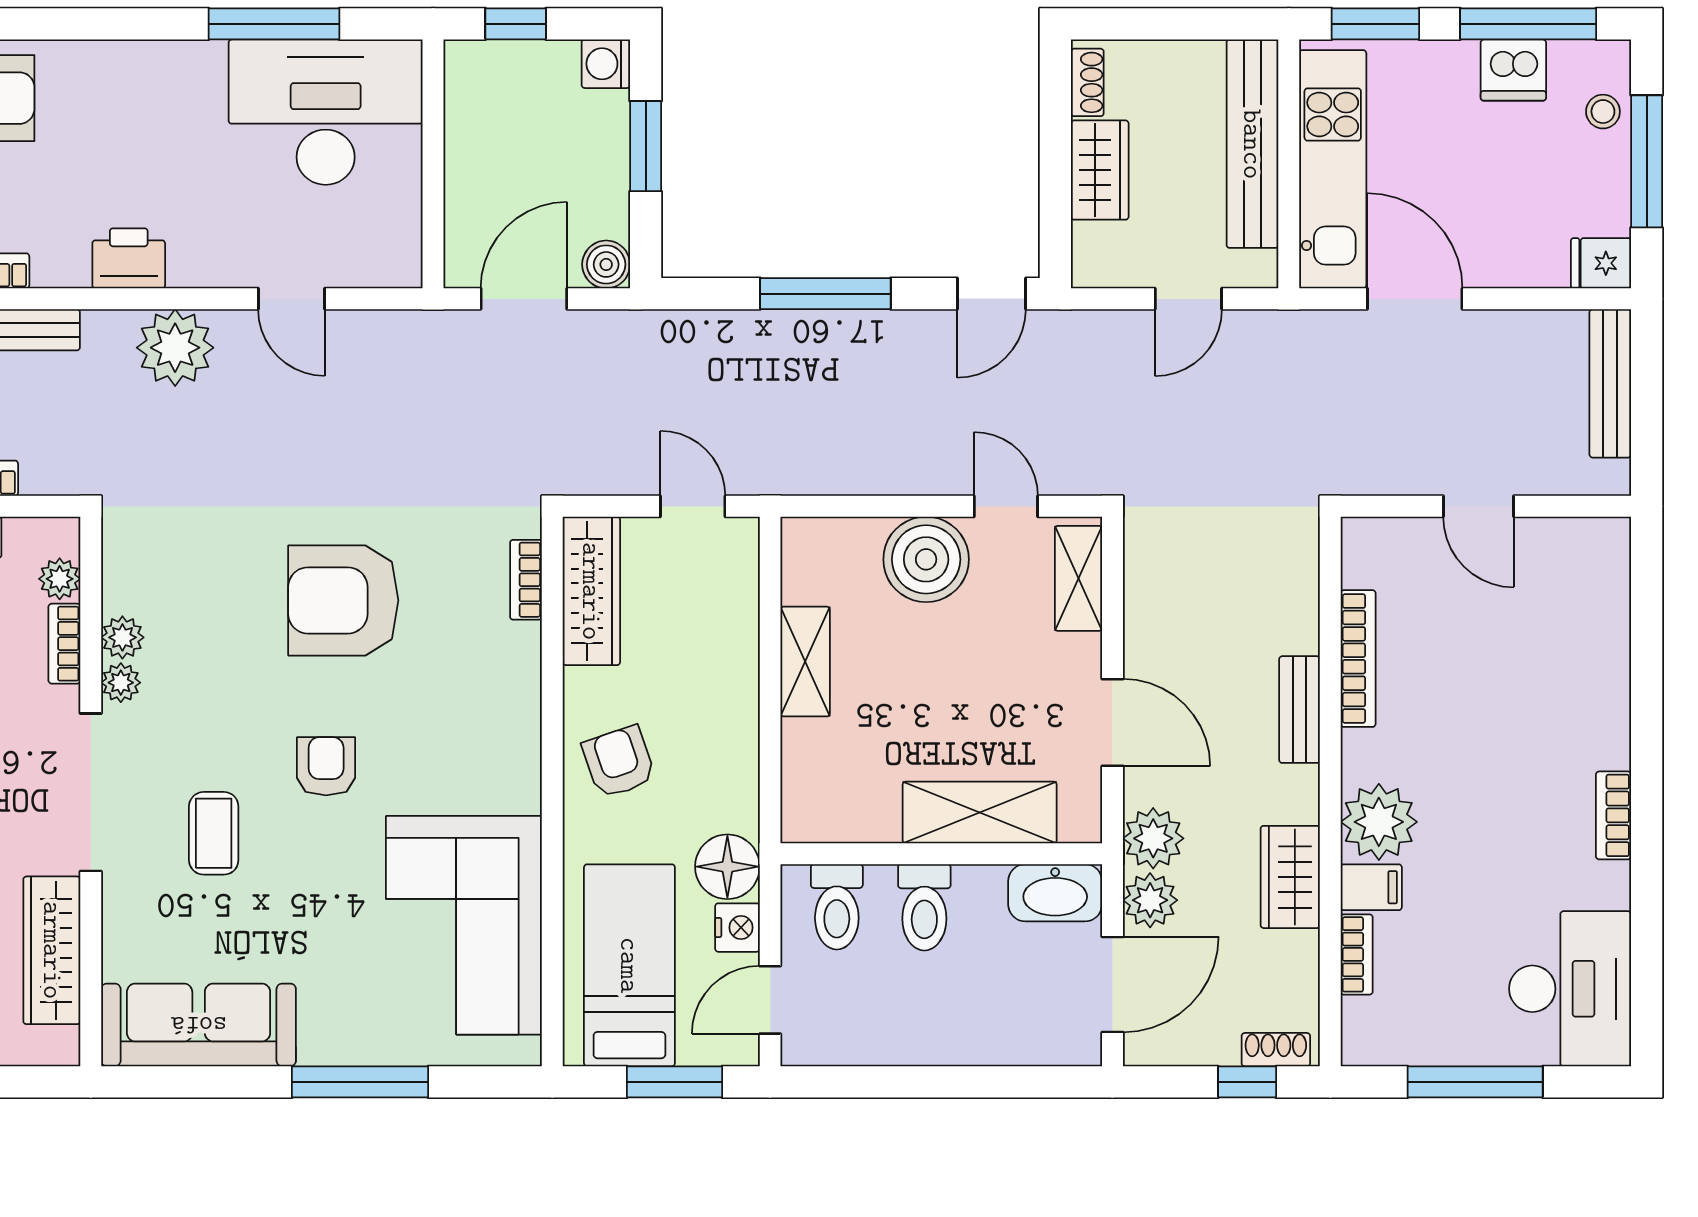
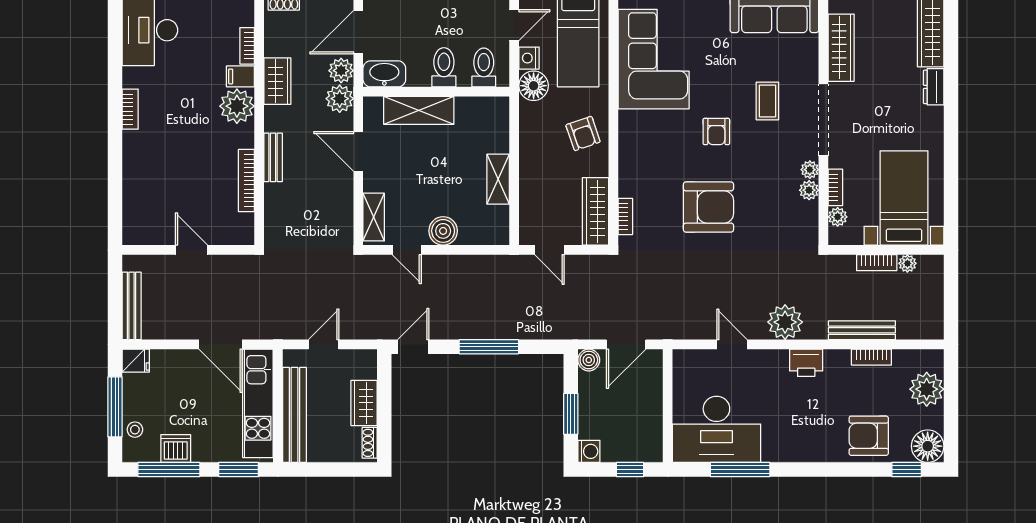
boiler: (926, 559) -> (443, 231), width x0.73, depth x0.73

